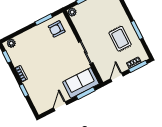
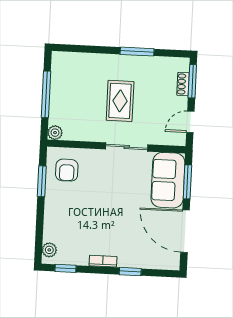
rug: (120, 39) -> (120, 101), moved, turned 90
door: (117, 77) -> (190, 122), hinge flipped
door: (60, 106) -> (185, 231), width x1.87

